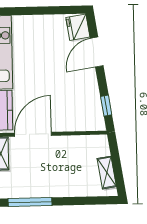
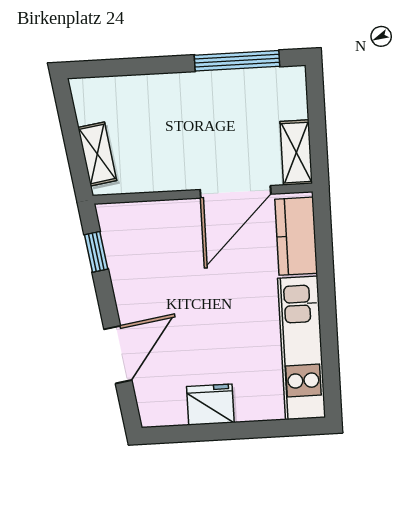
fridge: (78, 27) -> (210, 405), moved, turned -81
shelving: (107, 173) -> (97, 154), moved

